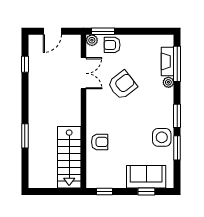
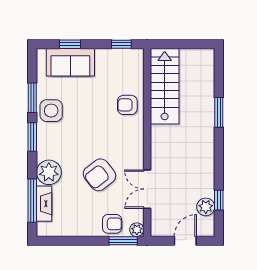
plant: (36, 59) -> (206, 207), added
plant: (168, 82) -> (49, 172), width x1.88, depth x1.88

